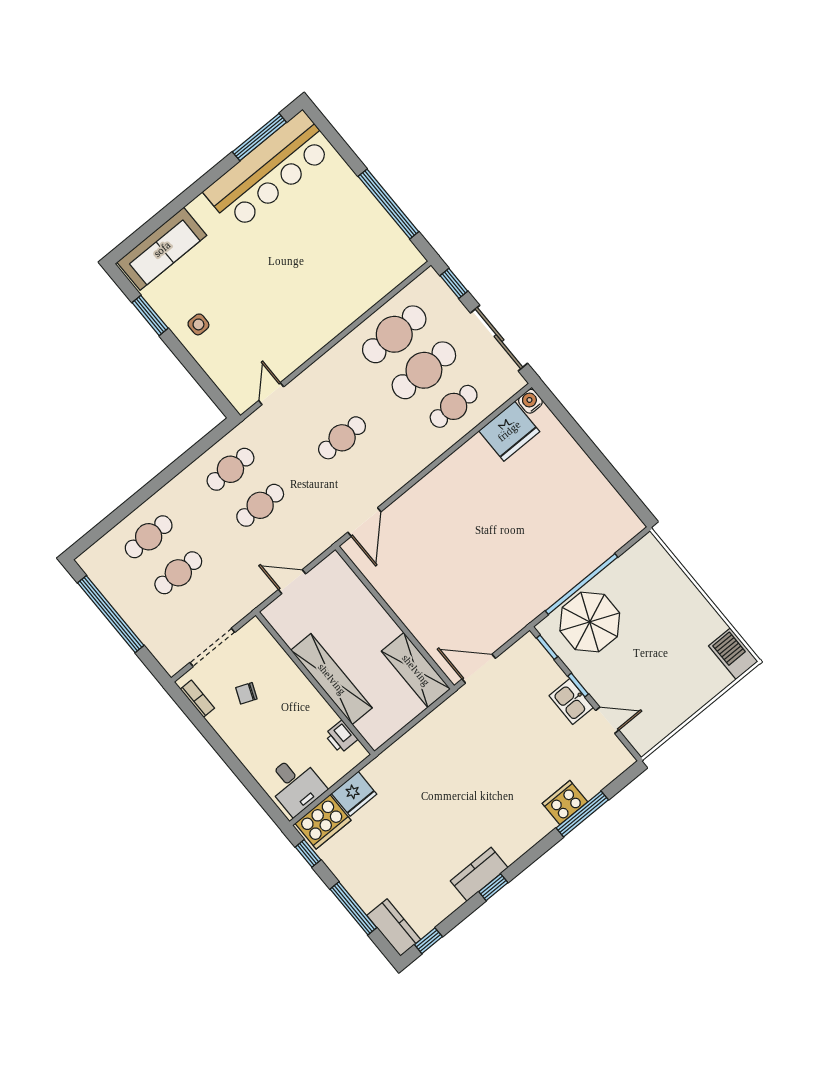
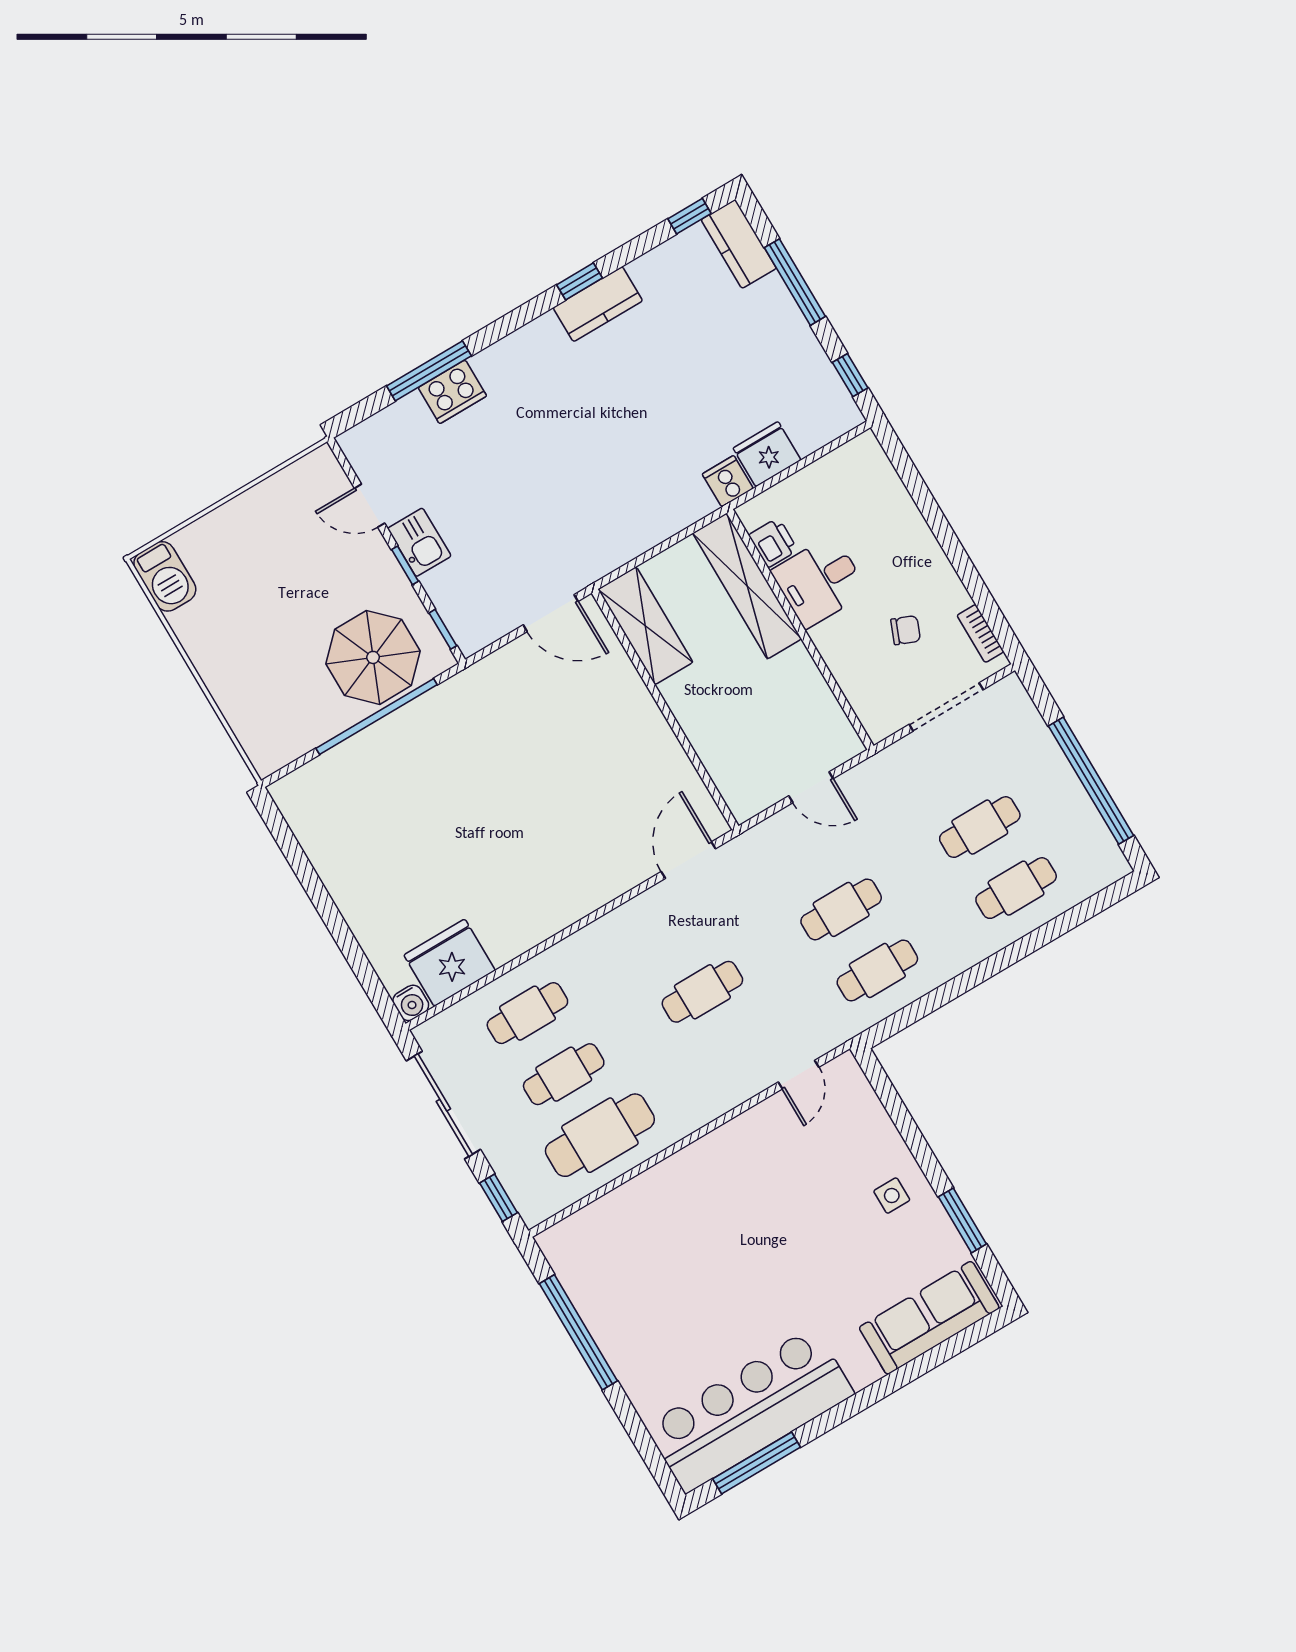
cafe table: (424, 370) -> (564, 1074), width x0.73, depth x0.74
shelving: (332, 679) -> (747, 586), moved
desk: (295, 785) -> (820, 581), moved, turned -90
cooker: (323, 822) -> (728, 481), moved, width x0.53, depth x0.76

